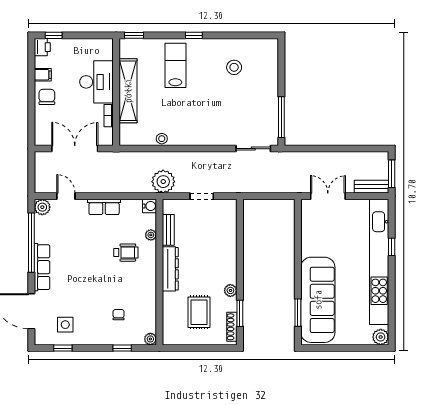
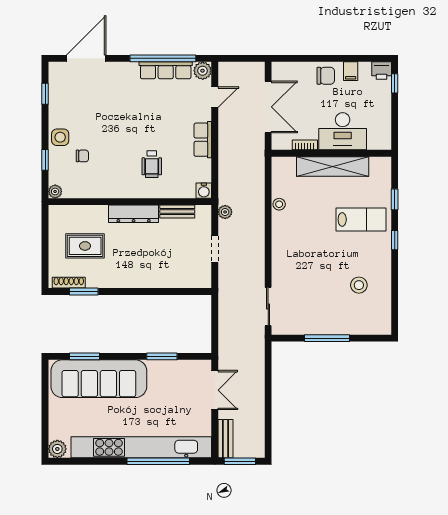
window: (134, 35) -> (395, 199), moved
window: (281, 117) -> (327, 338), moved
plant: (163, 182) -> (225, 212), width x0.53, depth x0.53
plant: (151, 235) -> (171, 192), removed
window: (298, 243) -> (162, 356), added
window: (392, 247) -> (158, 461), width x3.17
row of seats: (42, 267) -> (166, 70), moved
plant: (230, 290) -> (109, 281), removed
side table: (65, 325) -> (60, 137), moved

